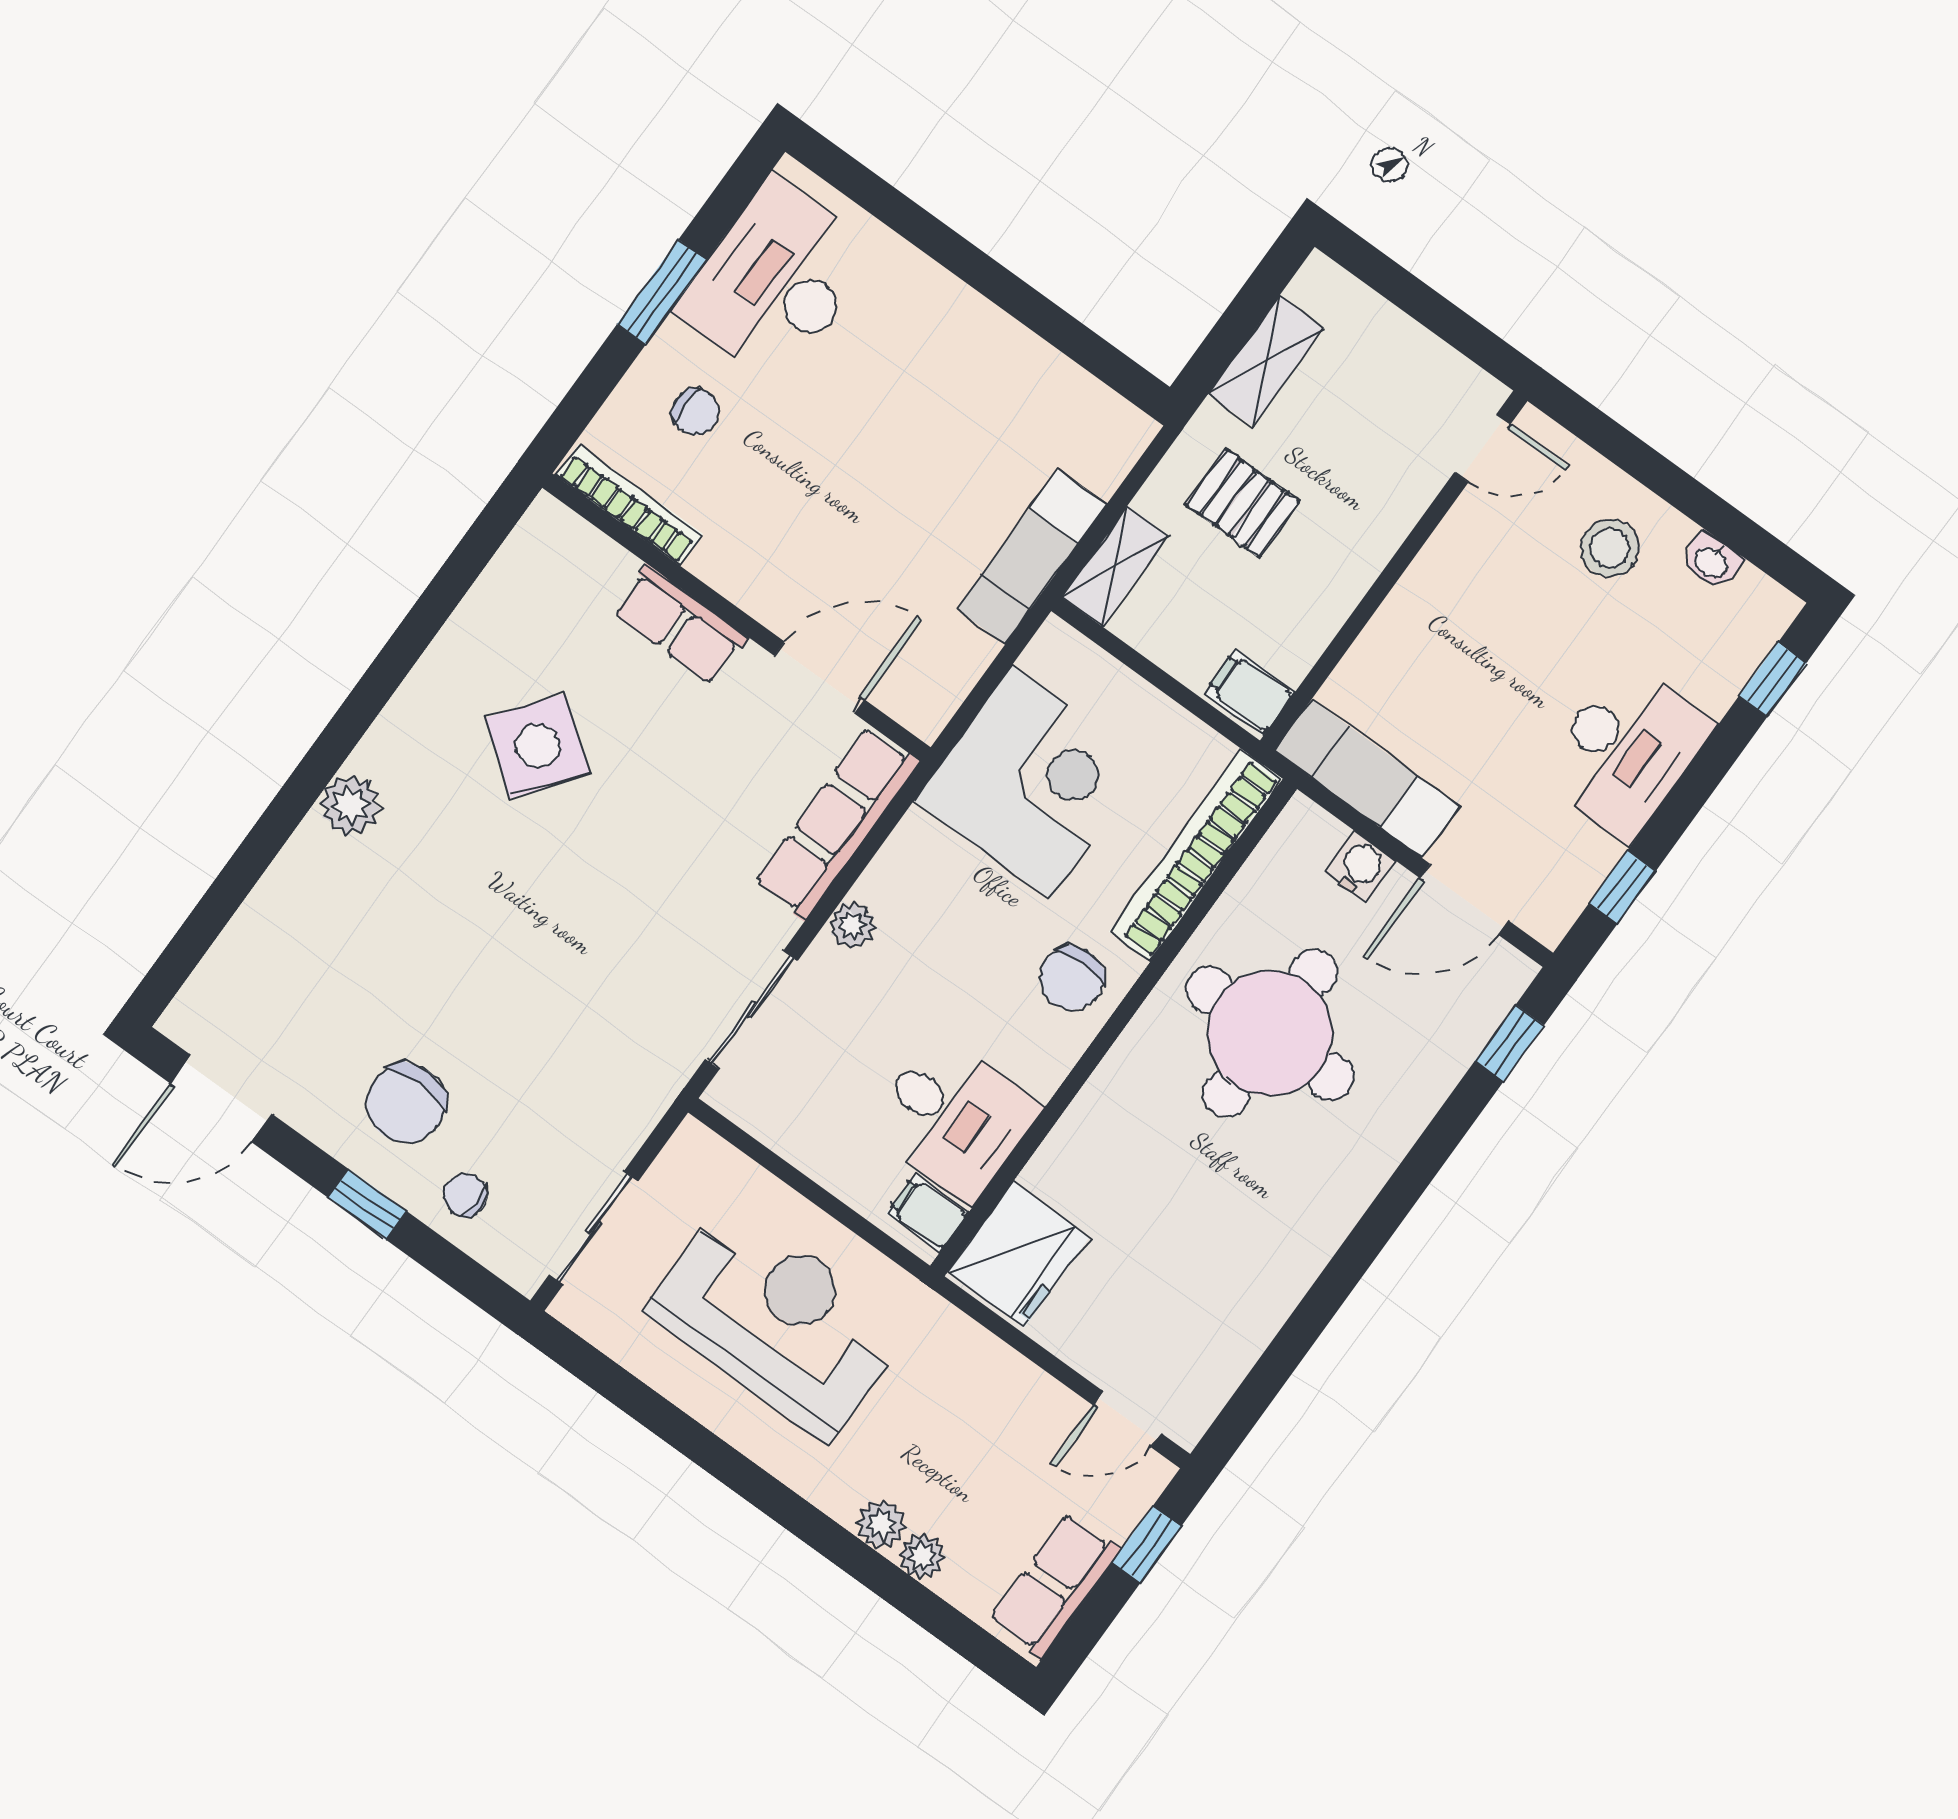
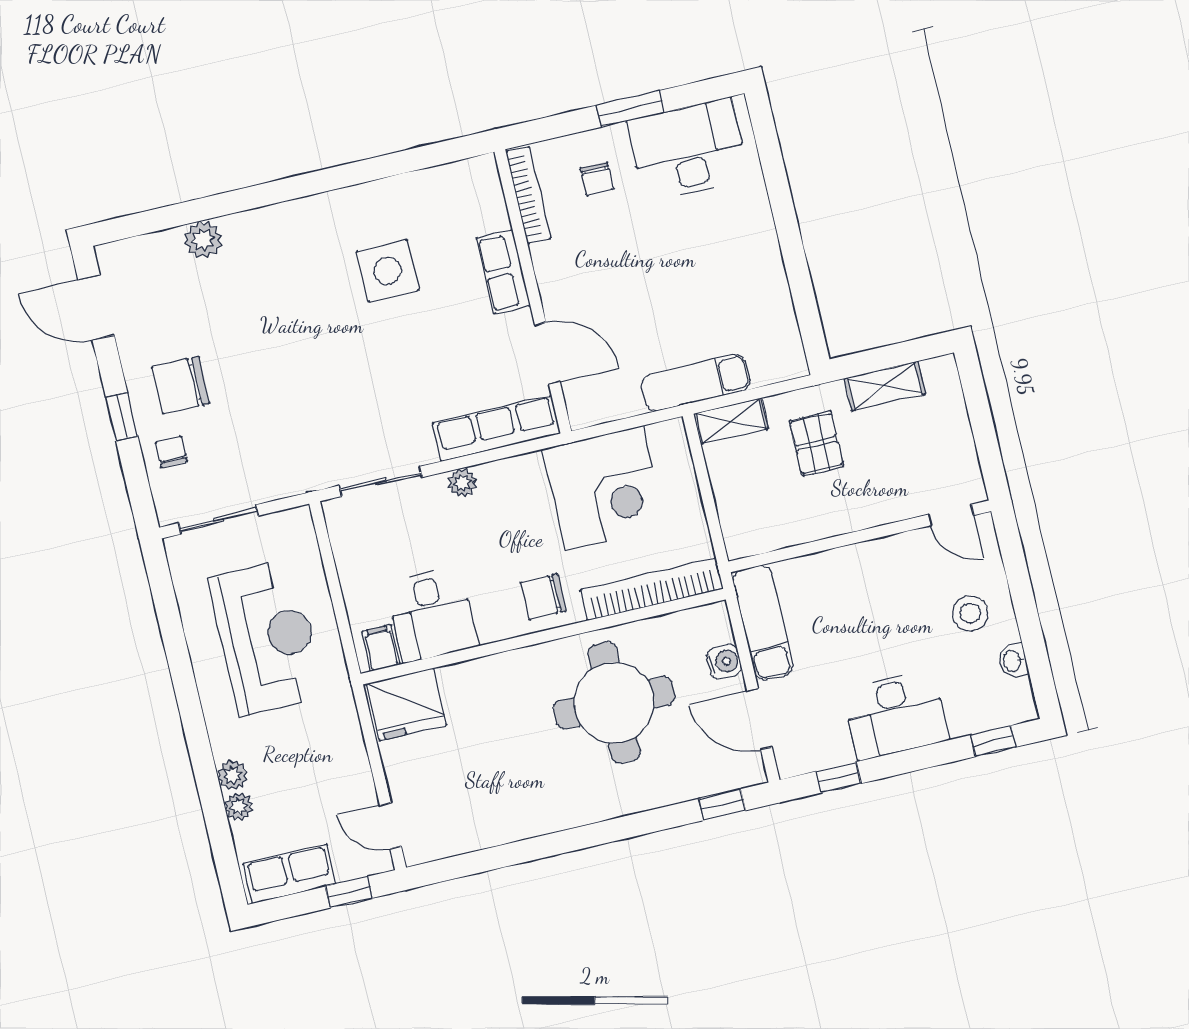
filing cabinet: (1250, 692) -> (743, 535), removed
side table: (538, 746) -> (388, 271), turned -37
plant: (350, 805) -> (203, 240), moved

